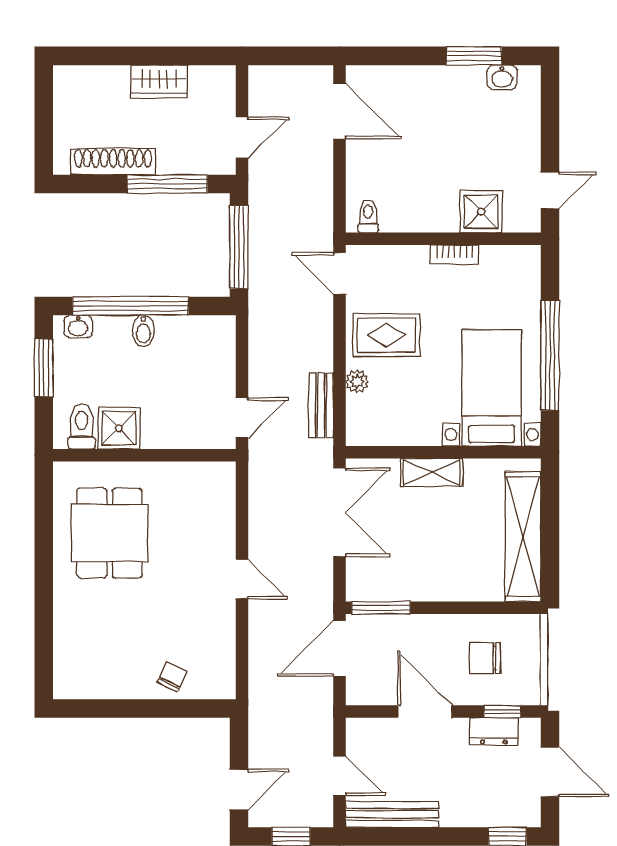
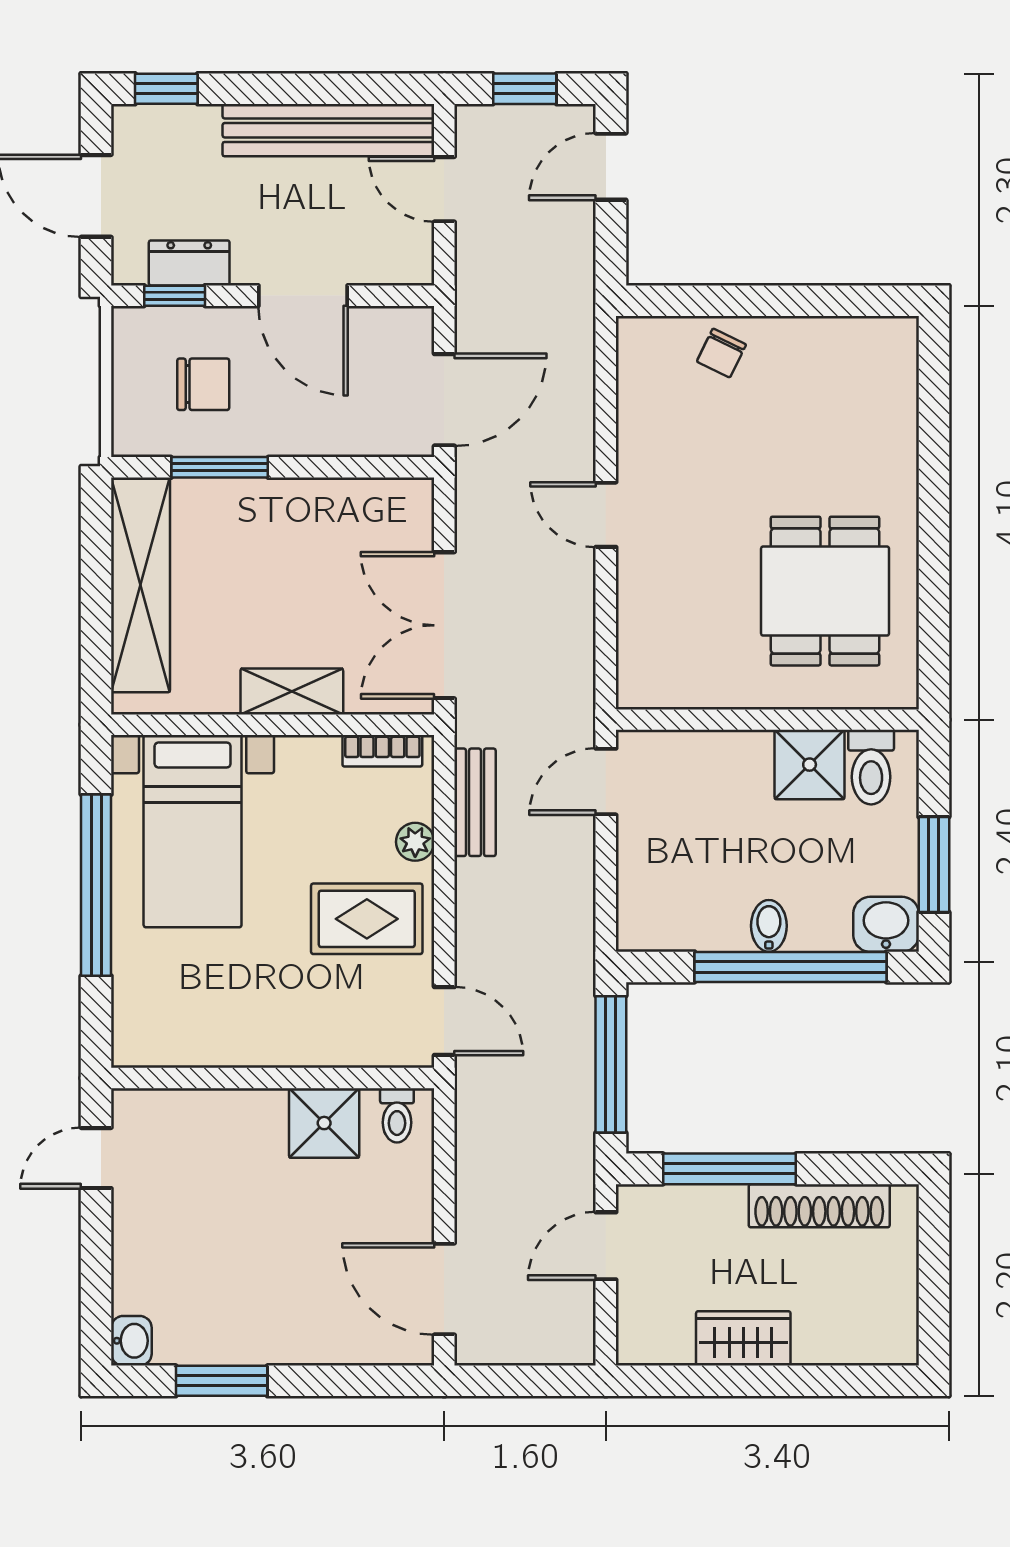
washbasin: (502, 77) -> (131, 1341), moved, turned 90
shower: (481, 212) -> (324, 1123), moved
bookcase: (454, 255) -> (382, 751), moved, turned 180
washbasin: (78, 327) -> (886, 924), width x1.38, depth x1.45
window: (381, 608) -> (220, 467), moved
bench: (392, 814) -> (328, 130), width x1.37, depth x1.21

